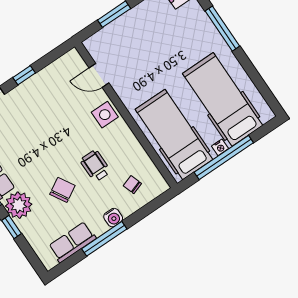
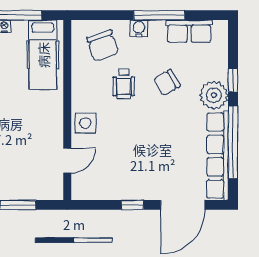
door: (99, 75) -> (67, 161), hinge flipped
hospital bed: (174, 134) -> (43, 55), width x0.73, depth x0.78
chair: (132, 185) -> (103, 46), width x1.87, depth x1.87

